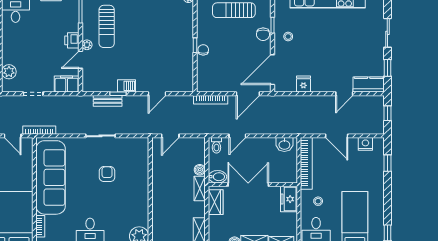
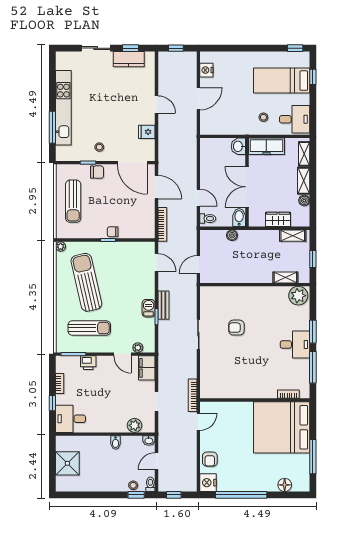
sun lounger: (152, 24) -> (86, 282), added
printer: (72, 40) -> (88, 363), moved
plant: (87, 45) -> (138, 348), moved
kitchen counter: (369, 84) -> (129, 59), moved, turned -90
door: (157, 94) -> (156, 263), moved
door: (344, 94) -> (156, 104), moved
bench: (108, 101) -> (163, 305), moved
door: (170, 136) -> (198, 265), swing flipped
washbasin: (284, 145) -> (238, 146), moved, turned 180
bookcase: (306, 163) -> (226, 129), removed
window: (387, 163) -> (226, 48), removed
sofa: (51, 177) -> (240, 384), removed
shelving: (200, 189) -> (285, 278), moved
freezer: (289, 199) -> (266, 146), width x1.40
wardrobe: (216, 202) -> (278, 219), moved

